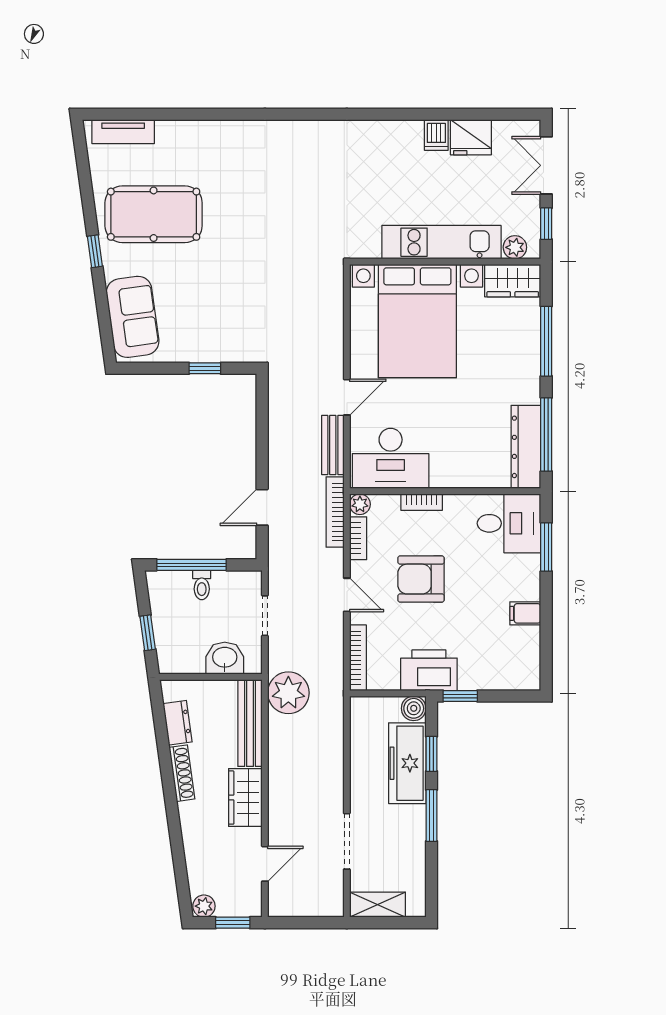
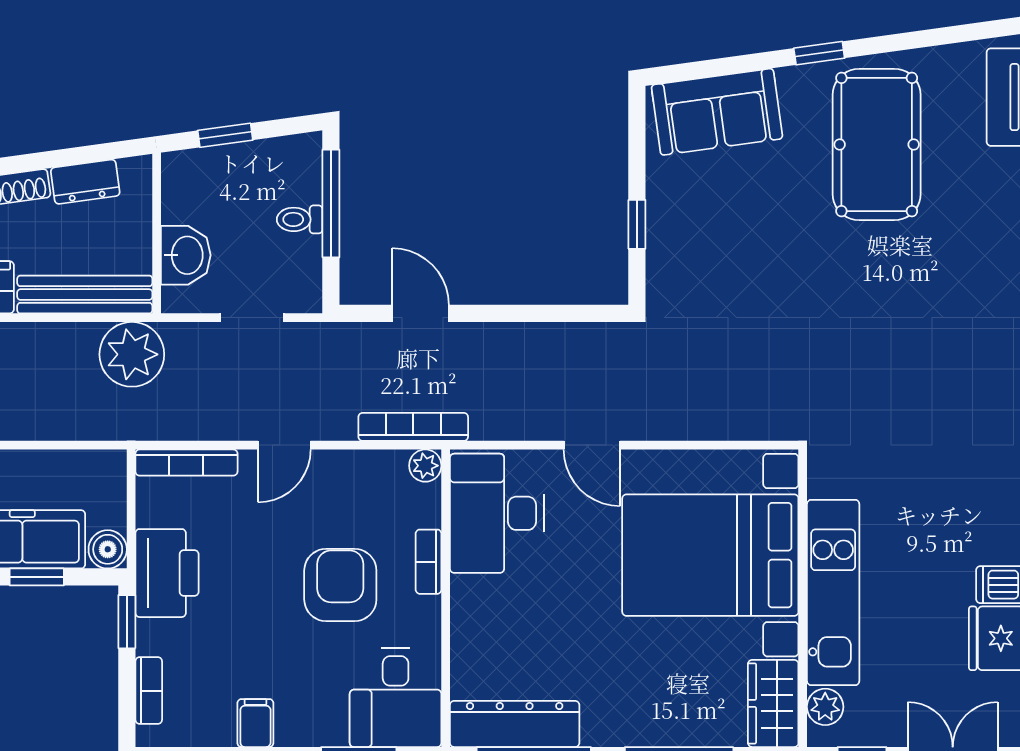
bench: (333, 445) -> (517, 423), removed
bookcase: (358, 538) -> (149, 691), moved, turned -90
armchair: (421, 579) -> (340, 585), moved

